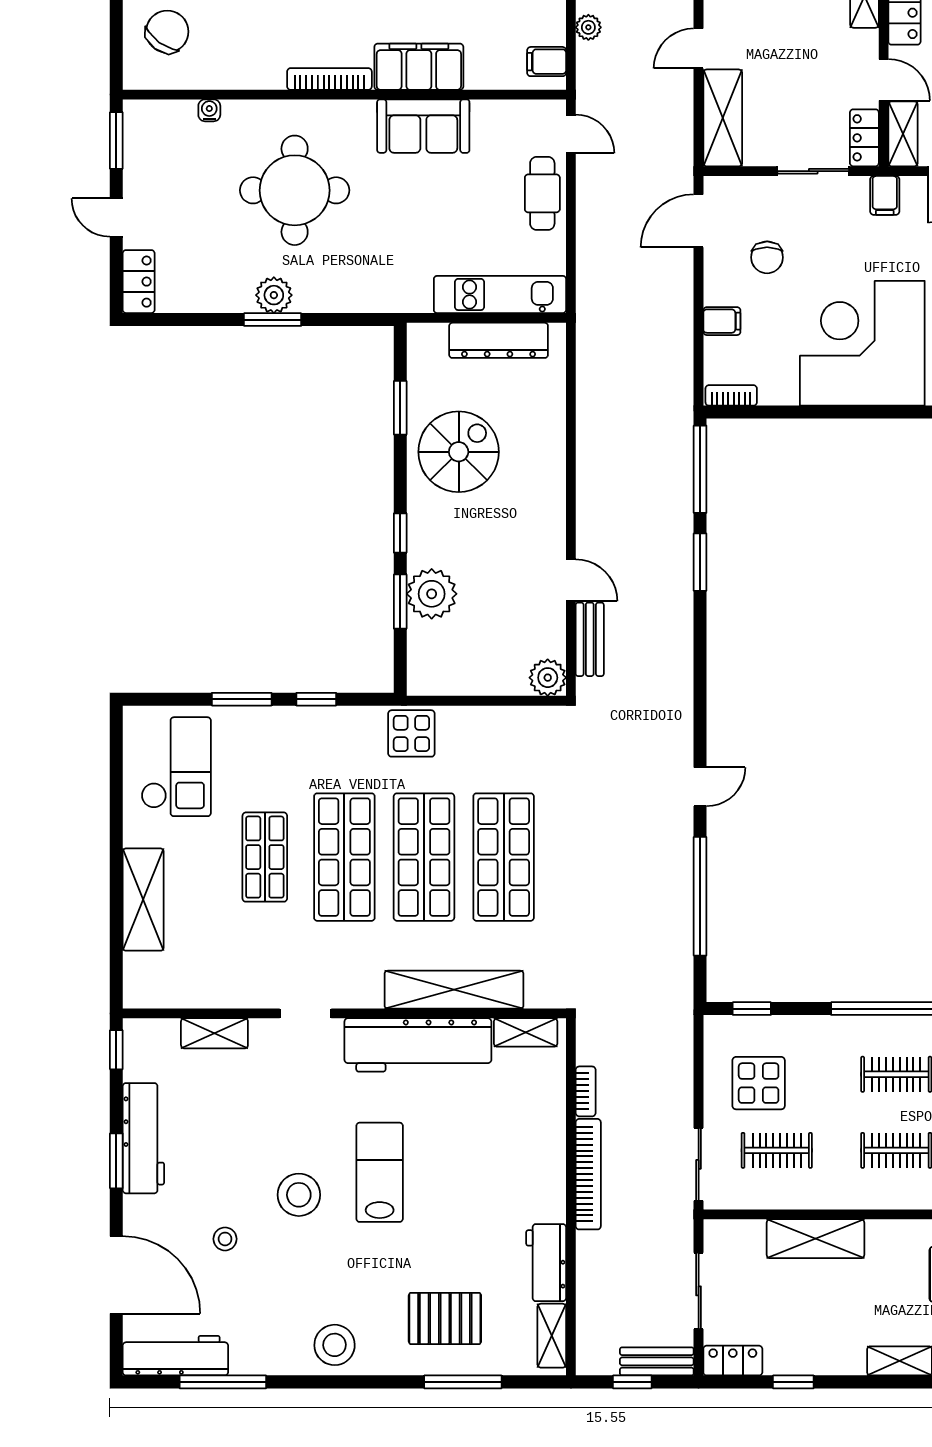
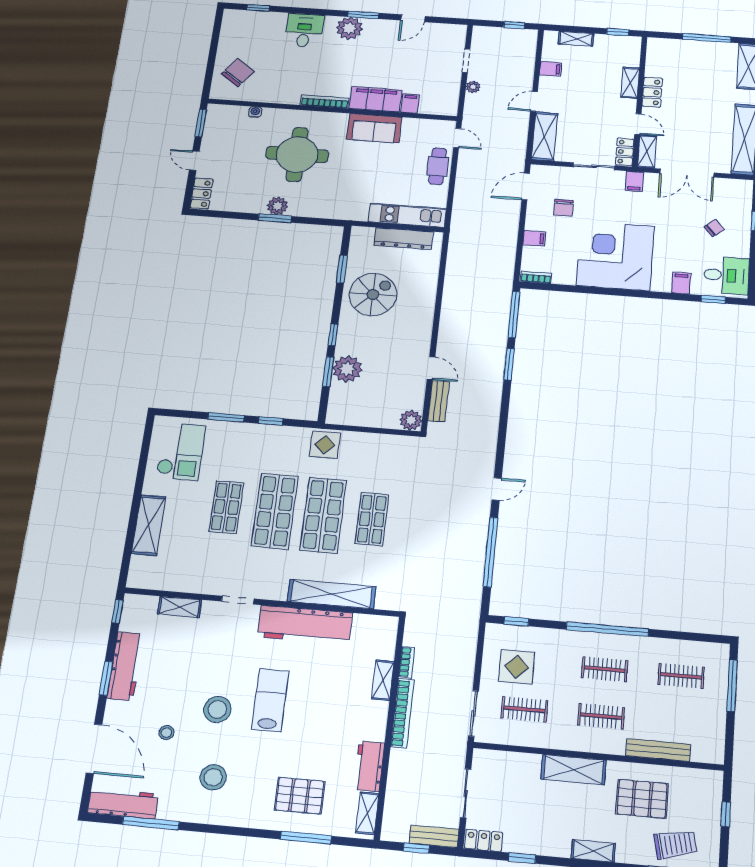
filing cabinet: (547, 62) -> (410, 103), moved, turned 90
shop shelf: (504, 857) -> (372, 519), width x0.70, depth x0.74
shelving: (526, 1032) -> (383, 680), moved, turned 90
shelving: (816, 1239) -> (574, 770), moved
stool: (335, 1345) -> (213, 777), moved

